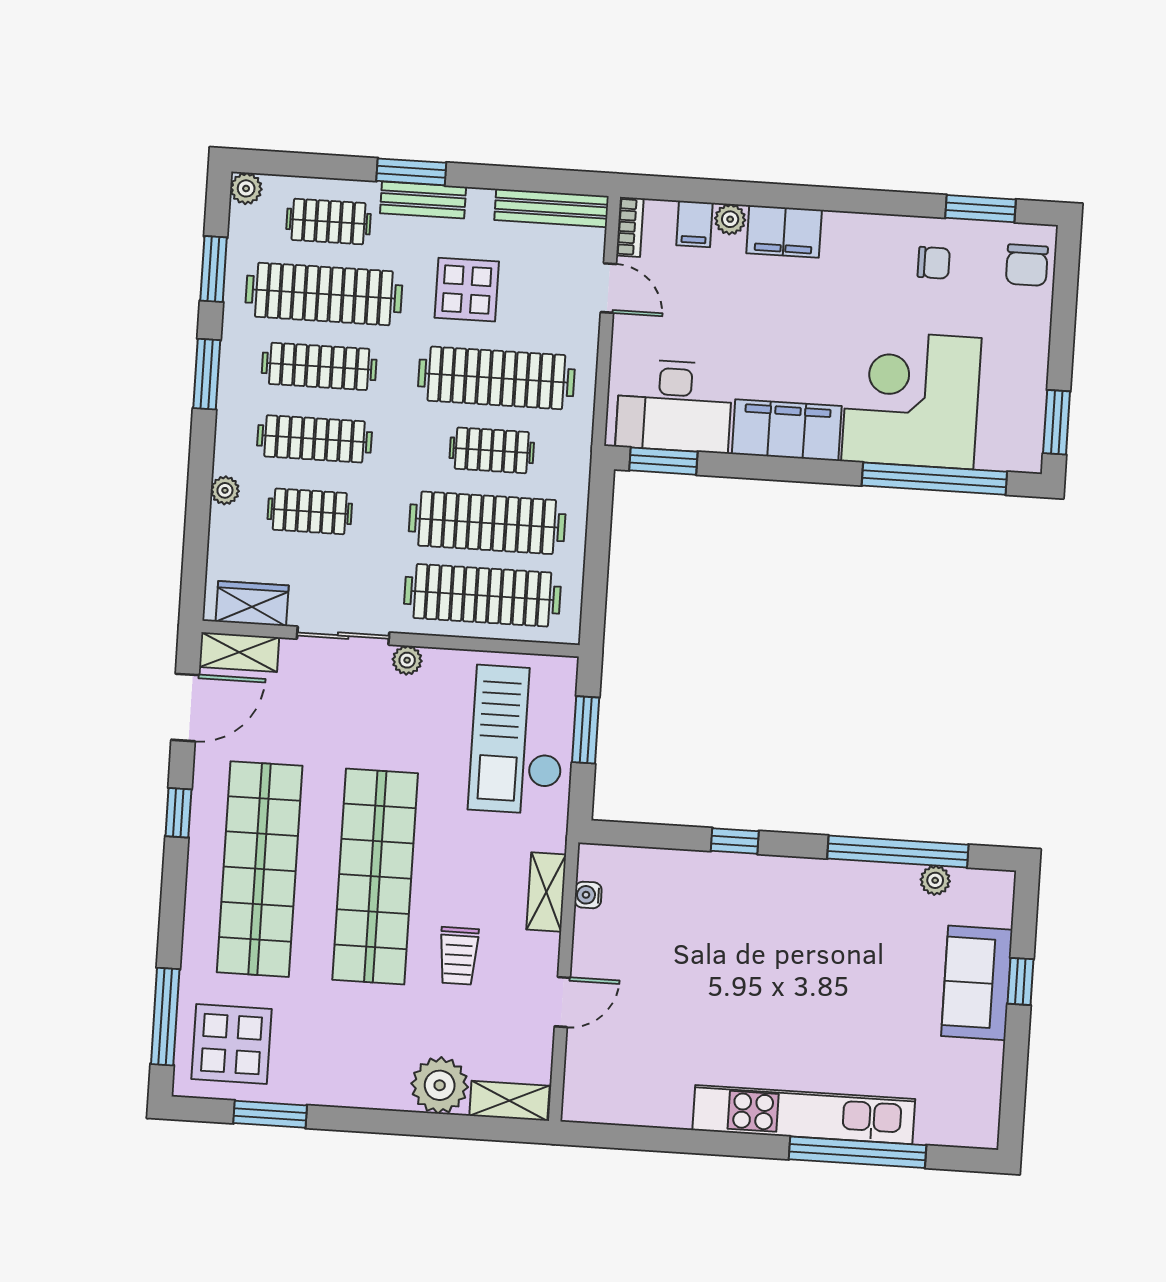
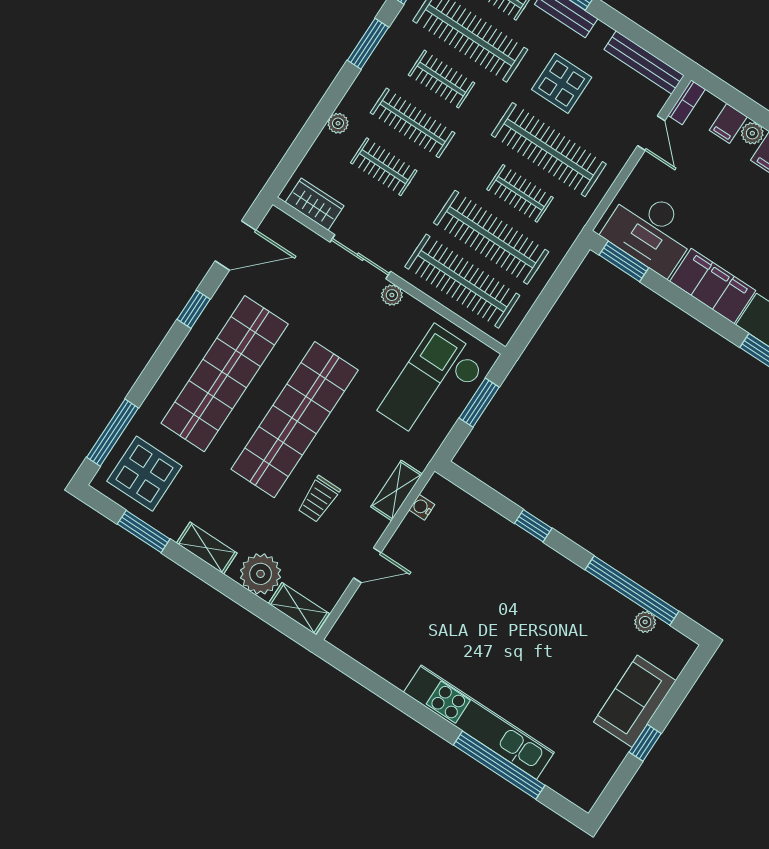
clothes rail: (319, 366) -> (441, 79), width x0.73
shelving: (239, 652) -> (207, 548), moved
window: (1020, 981) -> (645, 743), moved

